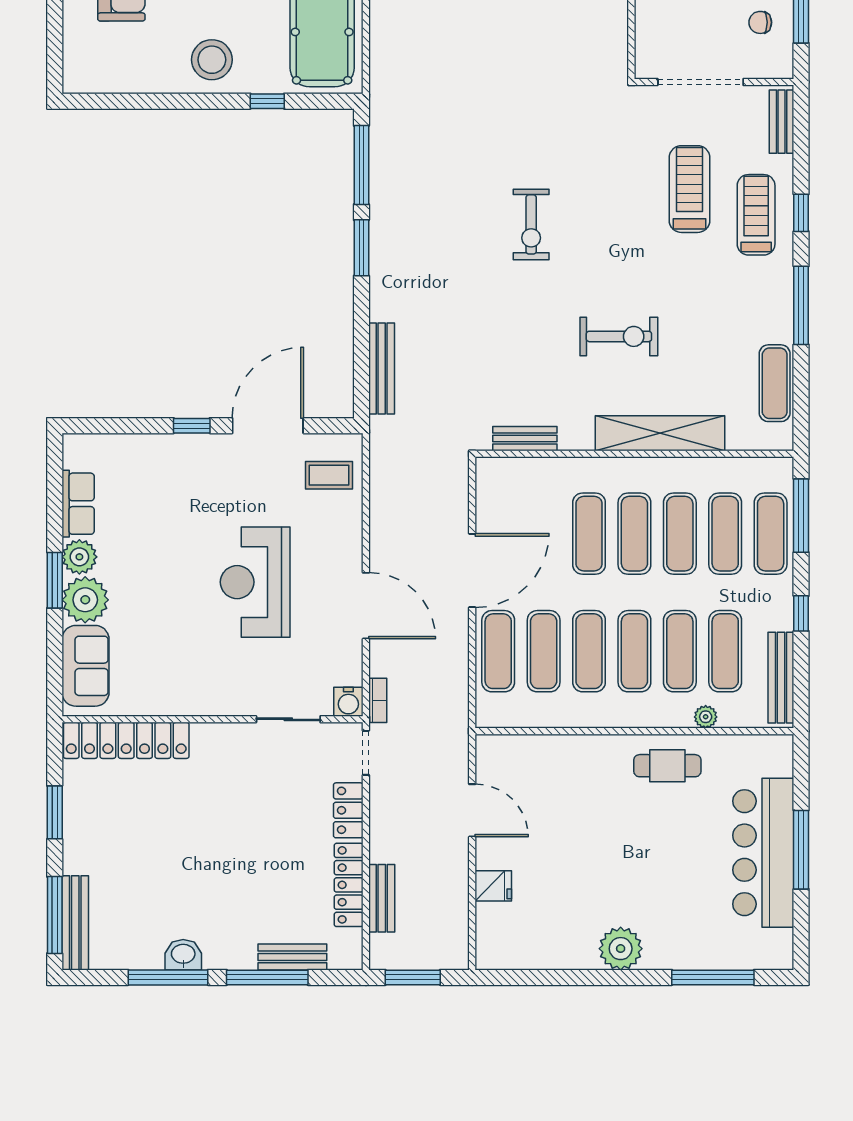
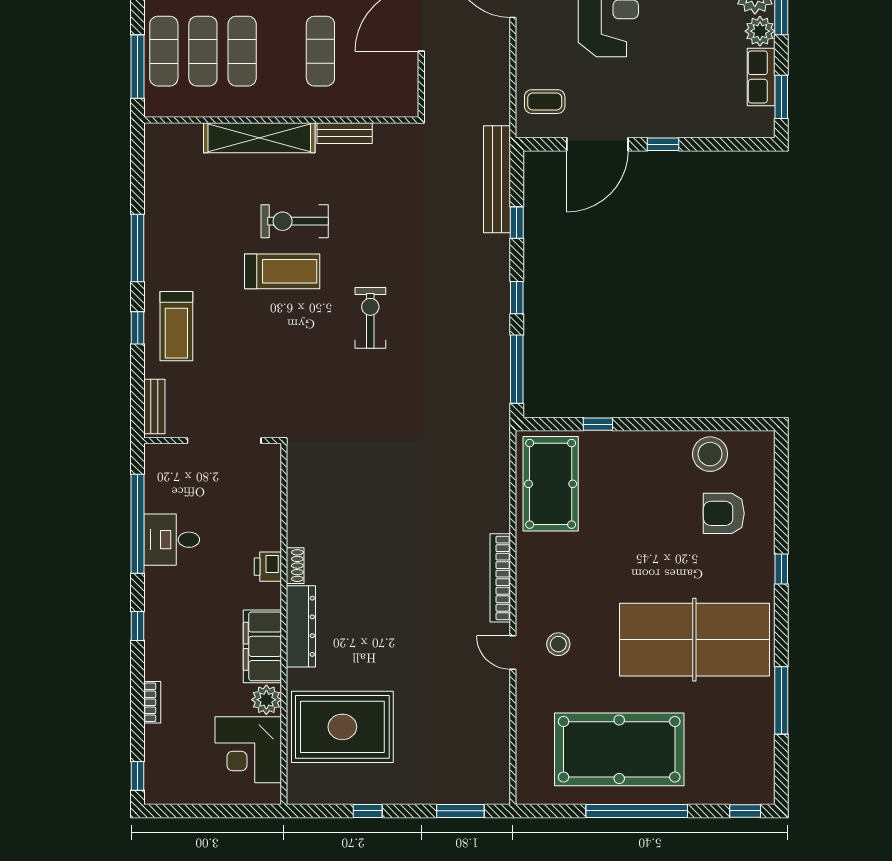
chair: (760, 22) -> (173, 492), removed
stool: (212, 60) -> (710, 454), moved
treadmill: (690, 189) -> (282, 271), moved, turned -90
window: (361, 248) -> (517, 298), width x0.67
window: (361, 335) -> (517, 223), added
bench: (382, 368) -> (497, 179), width x1.37, depth x1.21
exercise mat: (775, 383) -> (160, 181), removed
bench: (525, 439) -> (345, 133), moved
window: (55, 481) -> (781, 97), added
exercise mat: (634, 534) -> (281, 51), removed

